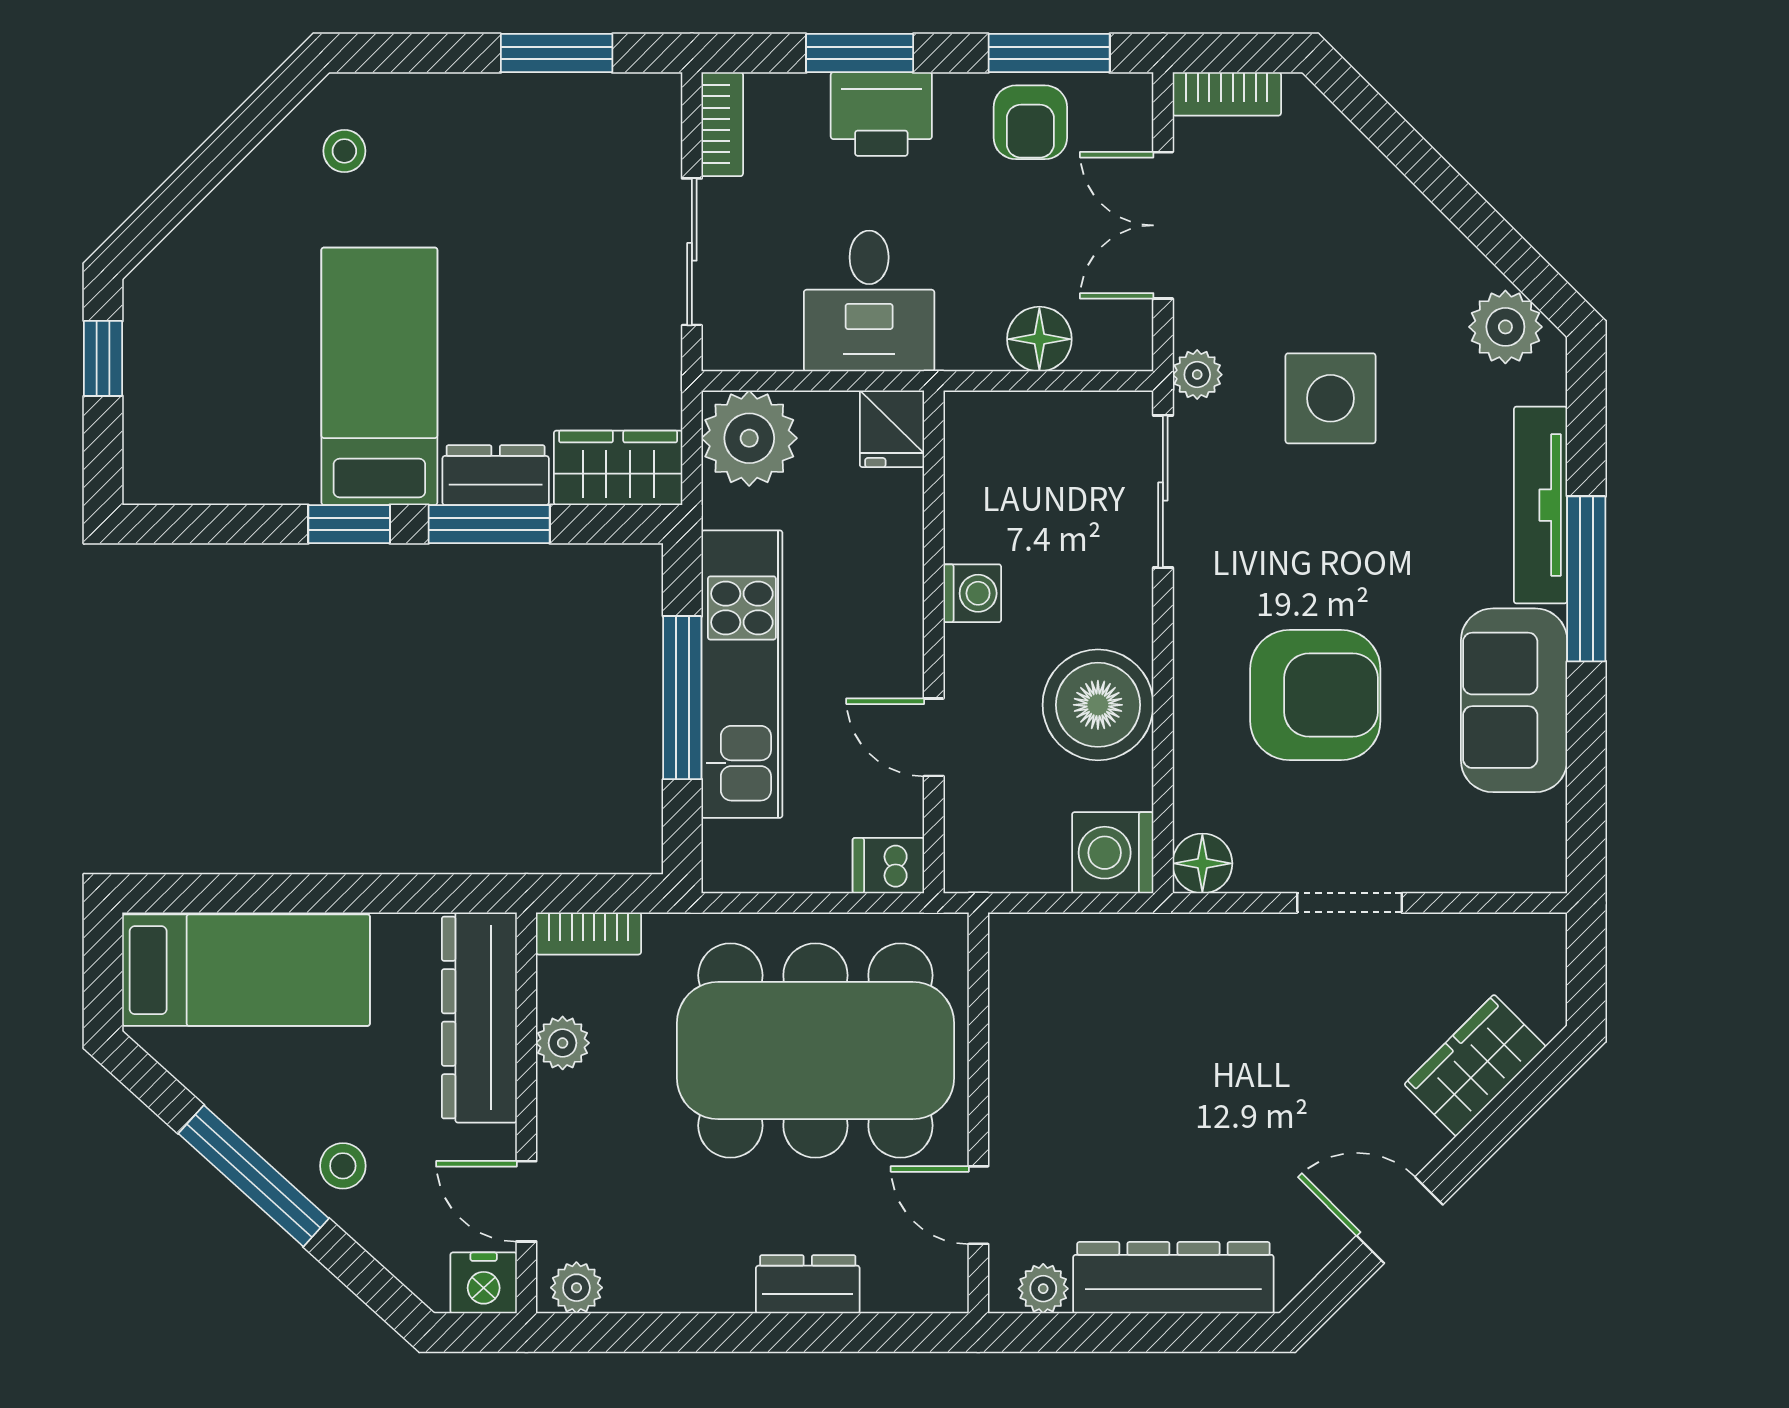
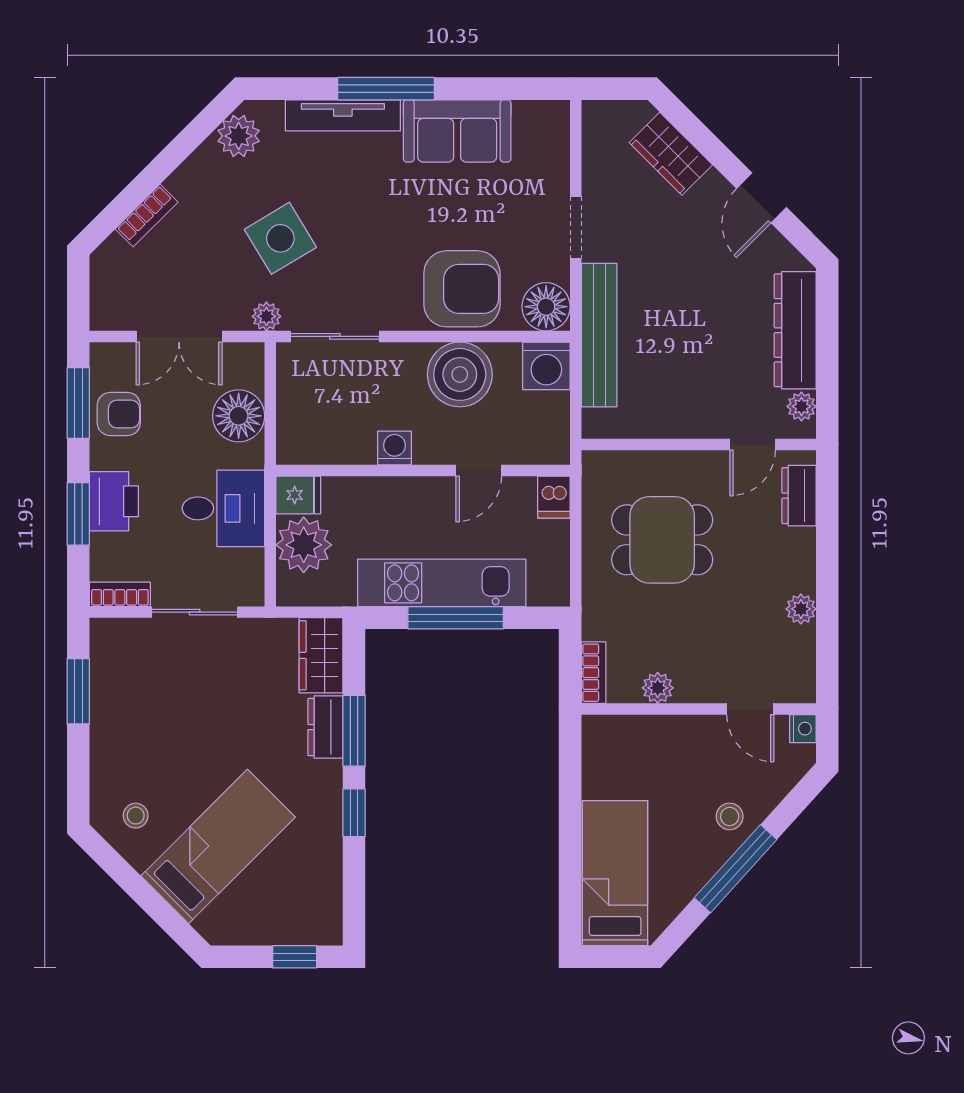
bookcase: (1227, 94) -> (147, 216), moved, turned 45
floor lamp: (1039, 339) -> (239, 416), width x1.38, depth x1.38
window: (103, 358) -> (295, 957), moved
bed: (379, 376) -> (218, 846), moved, turned 135
side table: (1331, 398) -> (280, 238), turned -31
plant: (749, 438) -> (304, 545), moved
armchair: (1315, 695) -> (462, 289), moved, turned 90
floor lamp: (1202, 863) -> (546, 307), width x1.38, depth x1.38
bench: (1165, 943) -> (599, 335), added
dresser: (479, 1018) -> (643, 737), removed
dining table: (815, 1050) -> (662, 540), width x0.53, depth x0.80
door: (526, 1201) -> (750, 709), hinge flipped
nightstand: (484, 1283) -> (803, 729), width x0.72, depth x0.74
dresser: (808, 1284) -> (799, 496), moved
plant: (576, 1288) -> (801, 609), moved

